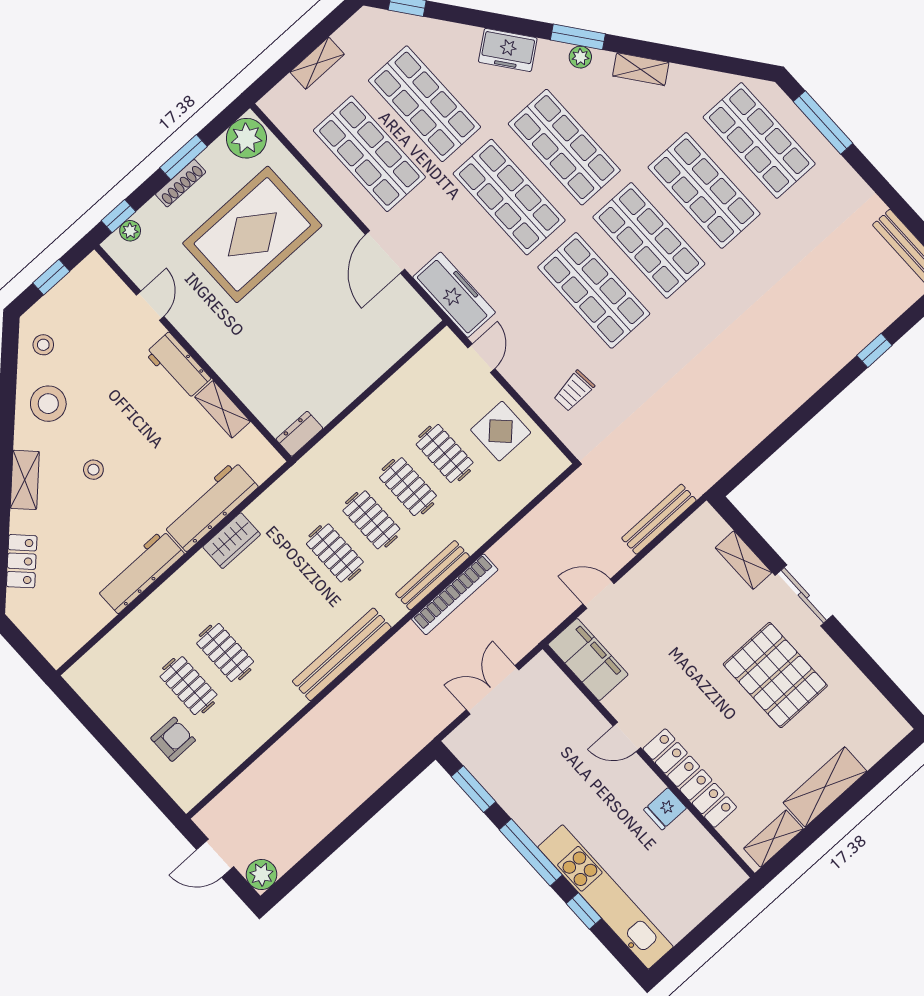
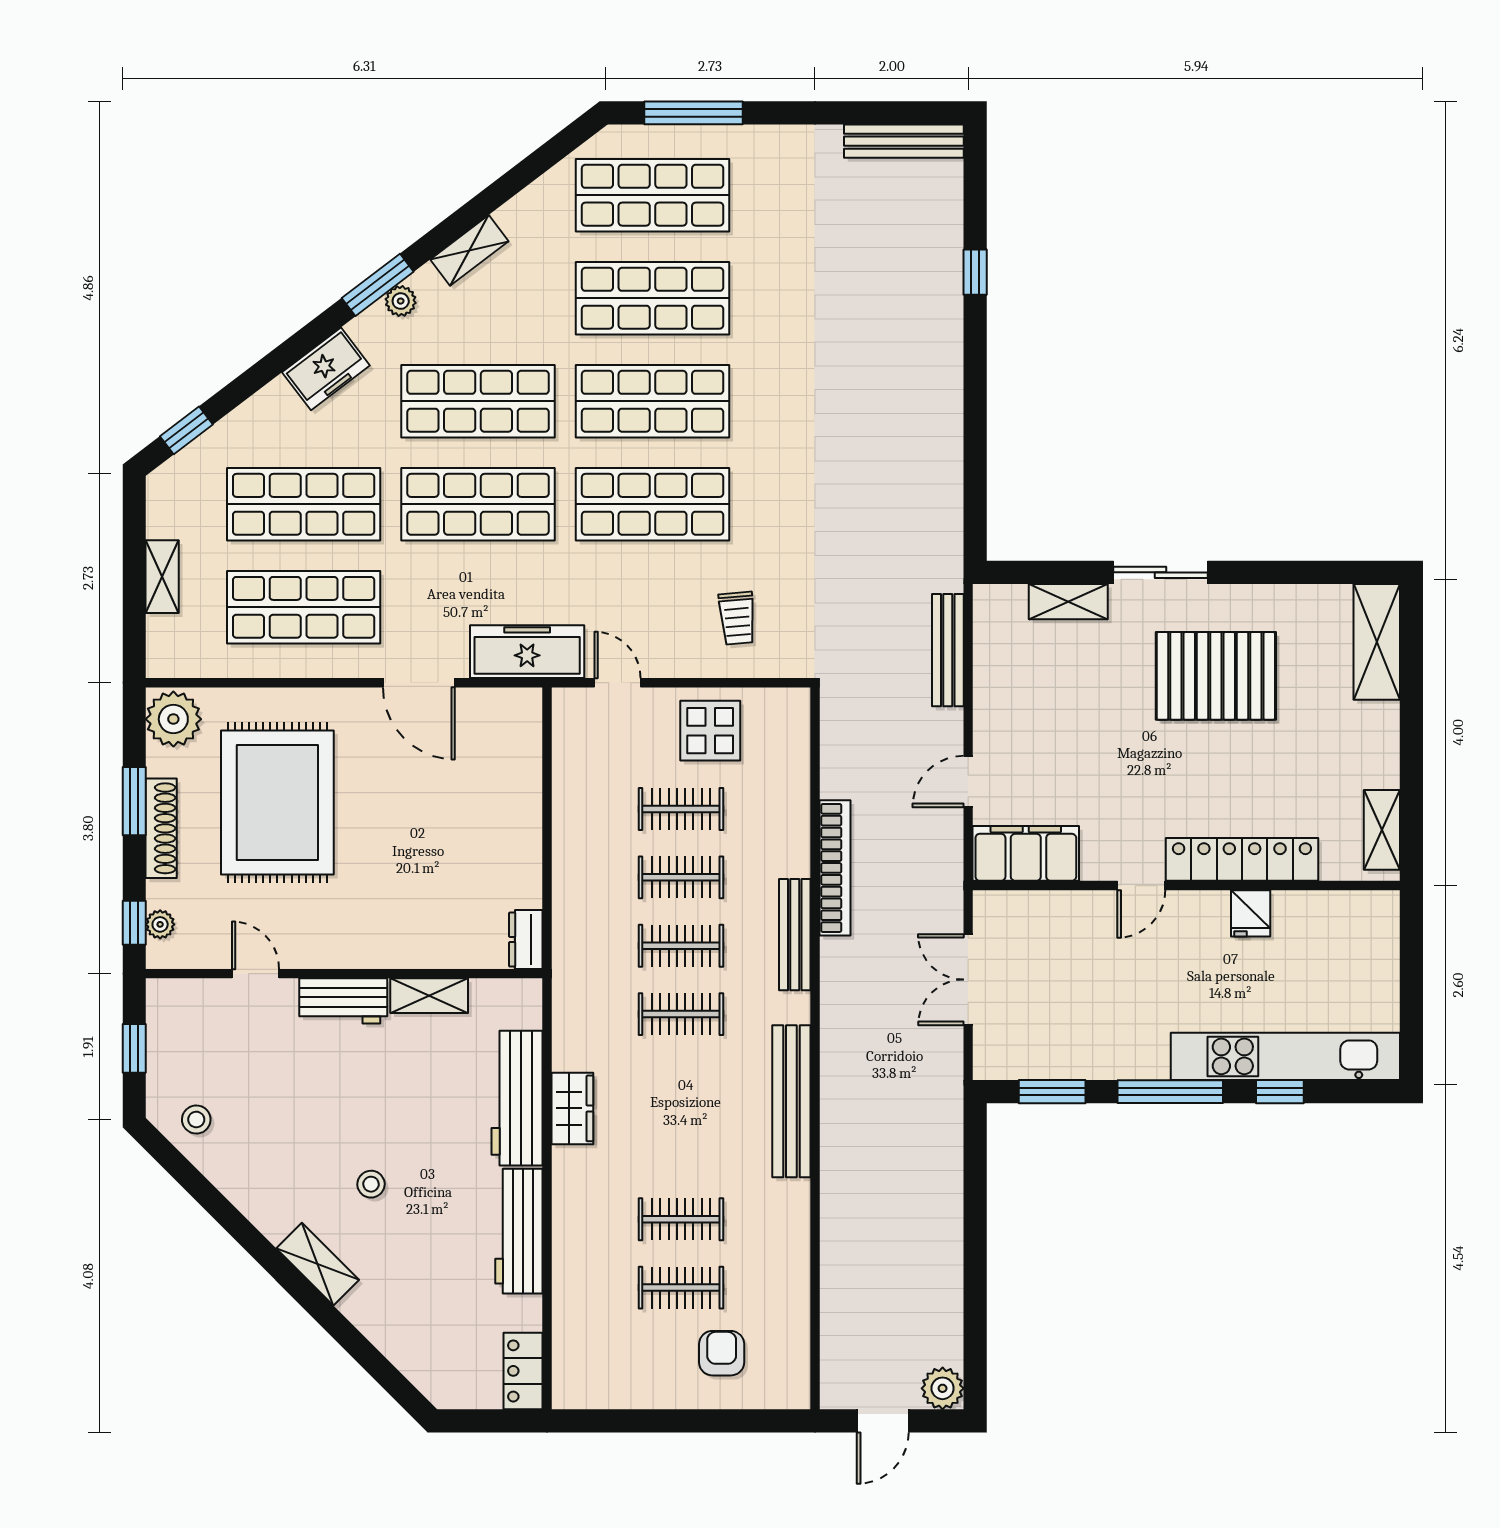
shoe rack: (181, 183) -> (161, 828), width x1.36, depth x1.24
stool: (48, 404) -> (261, 1169), removed
locker: (22, 561) -> (523, 1371), moved, turned -135
bookcase: (455, 594) -> (835, 868), moved
shelving: (825, 787) -> (1377, 642), moved

